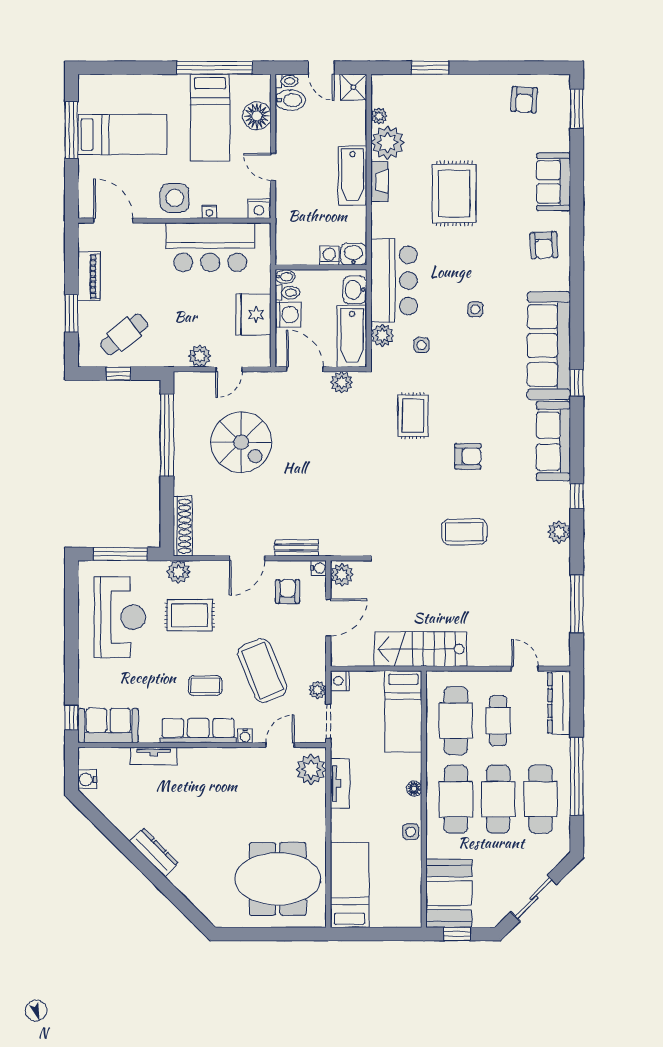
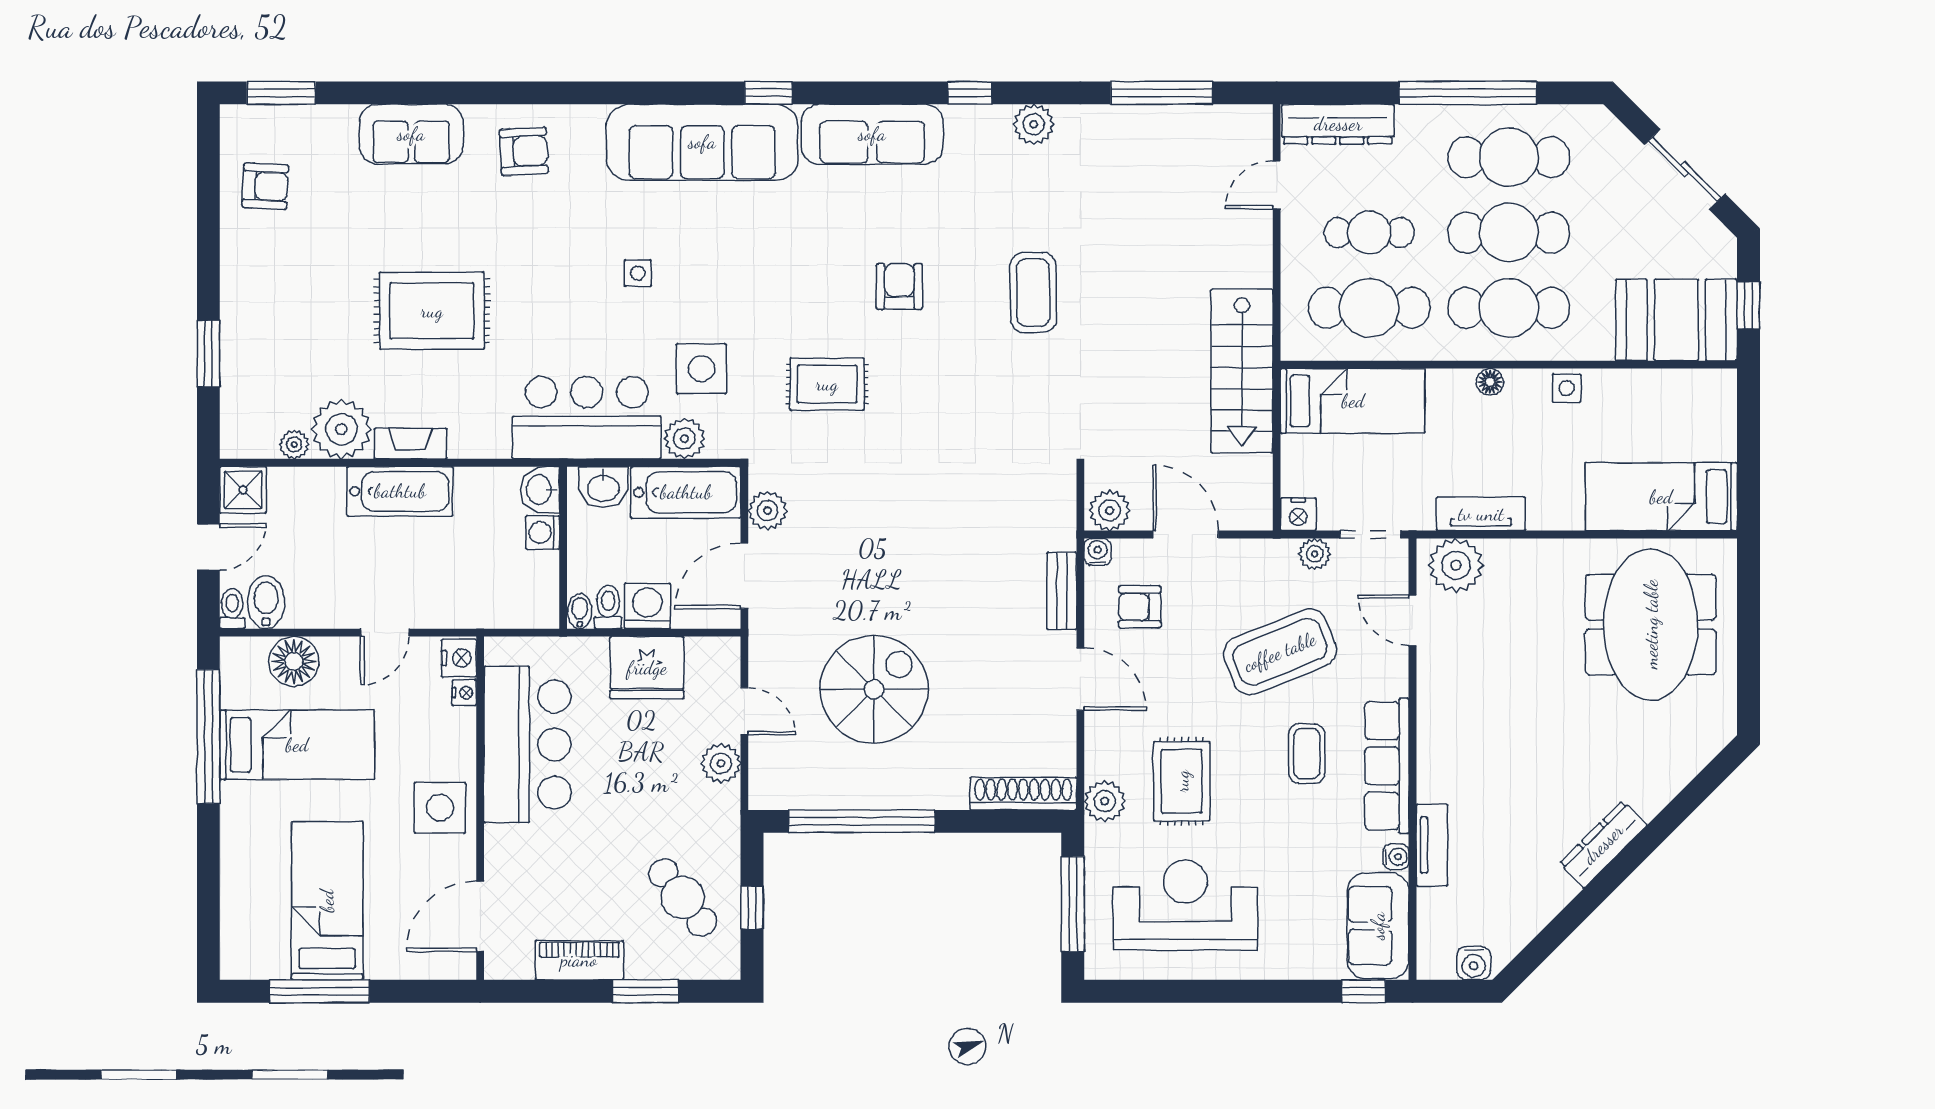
nightstand: (209, 212) -> (464, 693), moved
side table: (422, 345) -> (701, 369), width x1.87, depth x1.87
water cooler: (245, 736) -> (1396, 857), moved

